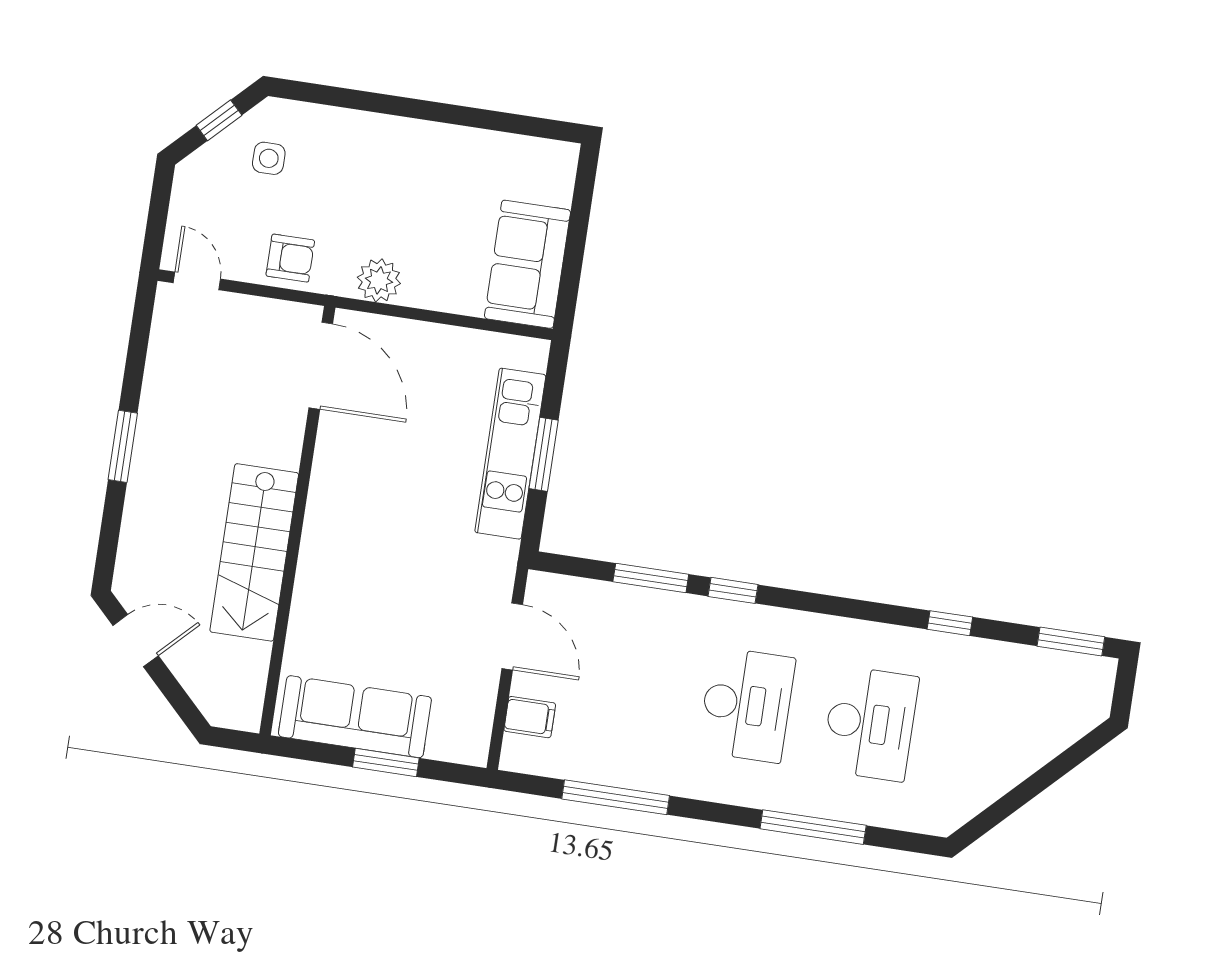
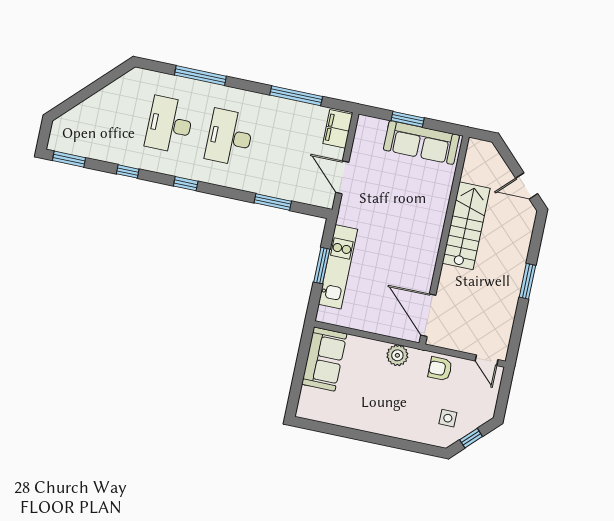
window: (733, 590) -> (186, 184), moved
filing cabinet: (530, 717) -> (338, 129), width x2.00

